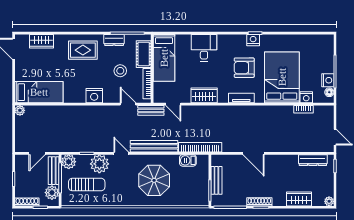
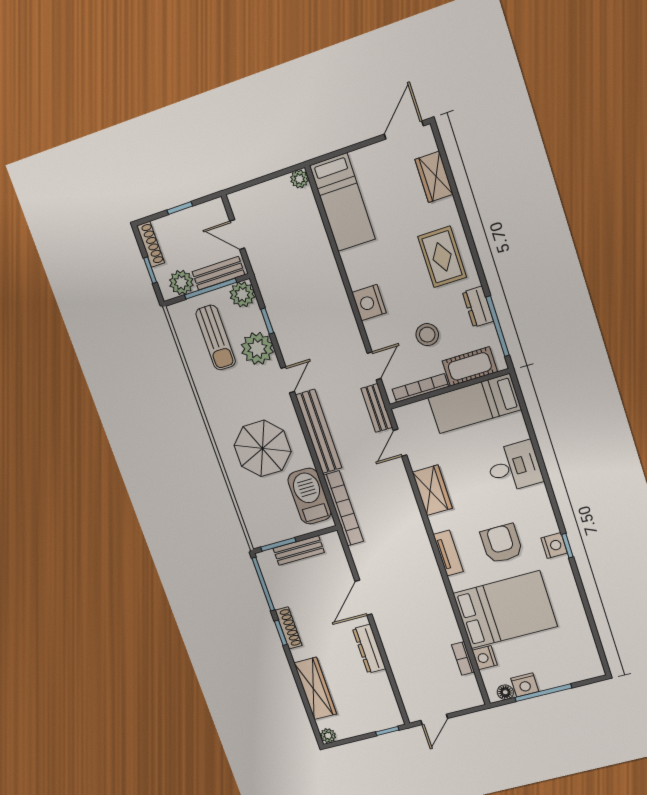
barbecue: (188, 160) -> (309, 496), width x1.88, depth x1.53
dresser: (313, 160) -> (369, 649), moved
wardrobe: (299, 199) -> (315, 688), width x1.50

